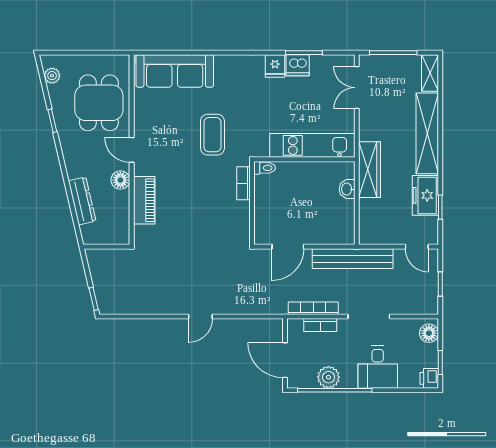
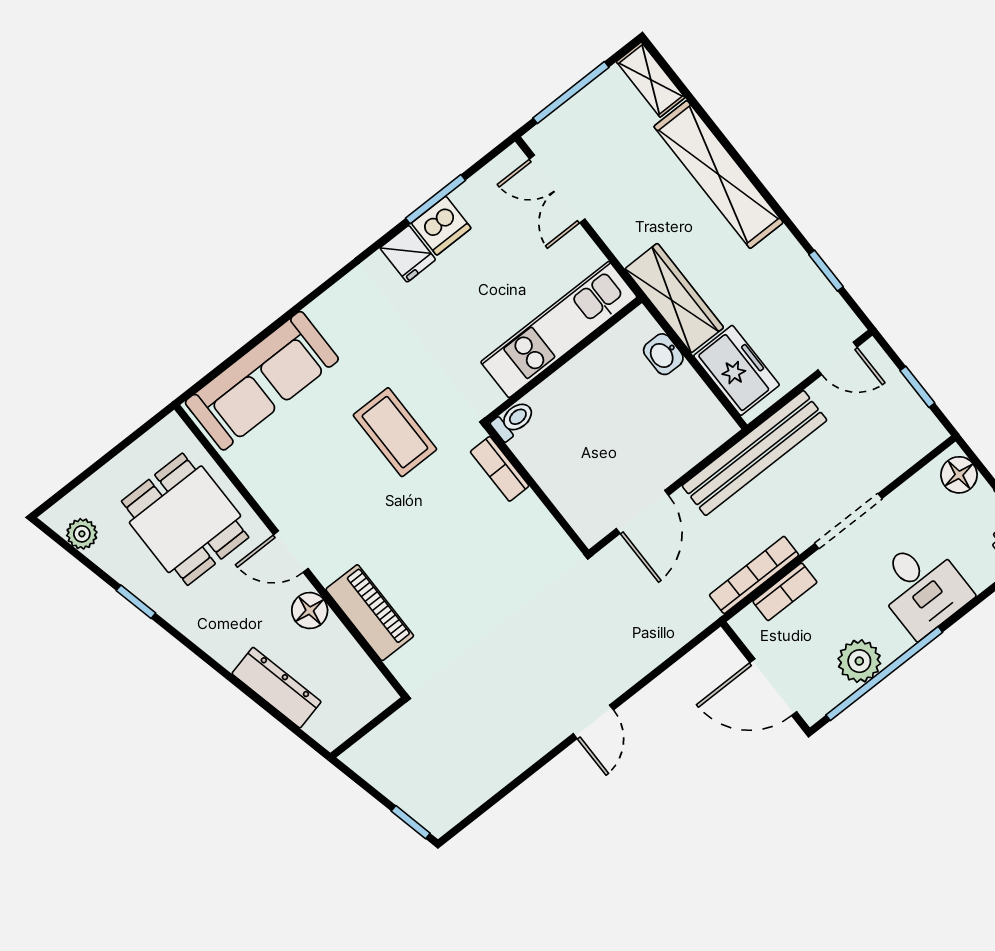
freezer: (425, 195) -> (737, 370), moved, turned 180

